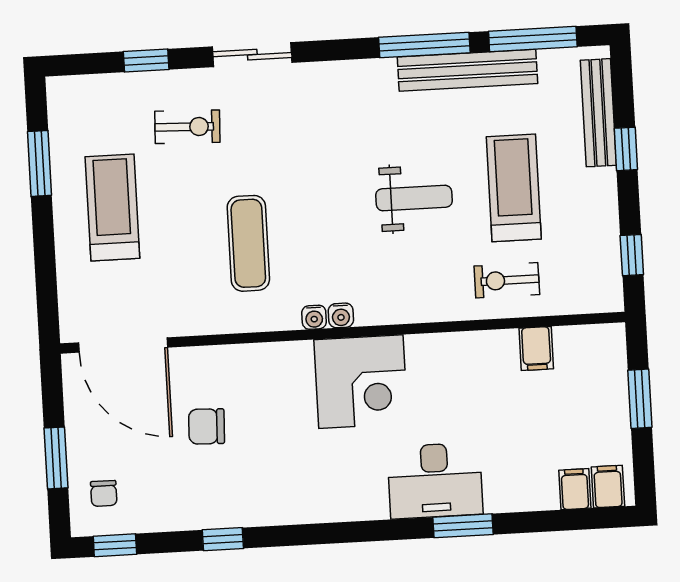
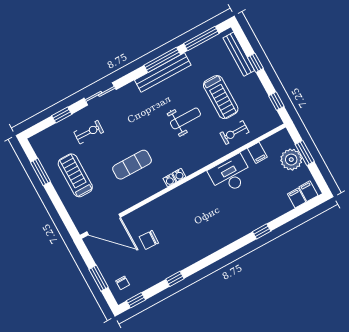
bench: (467, 70) -> (163, 73), moved
treadmill: (514, 188) -> (221, 97), turned 180
exercise mat: (248, 243) -> (132, 165), turned 90
corner desk: (361, 382) -> (198, 196), removed
plant: (603, 399) -> (291, 160), added
desk: (435, 481) -> (230, 174), moved, turned 180
window: (463, 526) -> (262, 231), width x0.67

